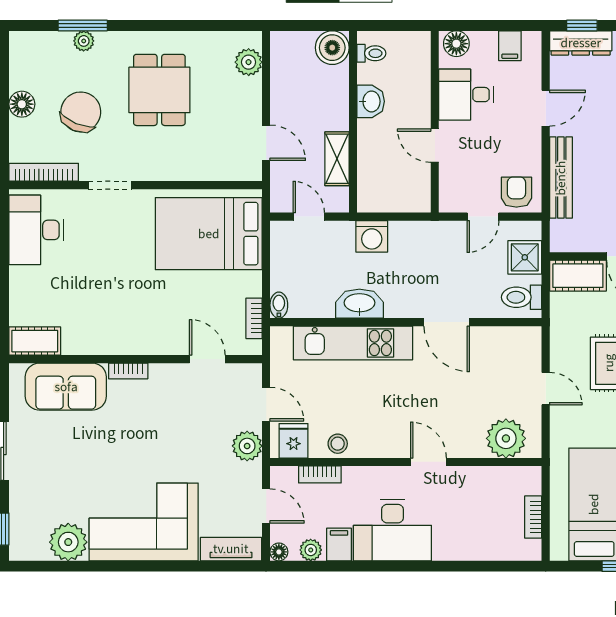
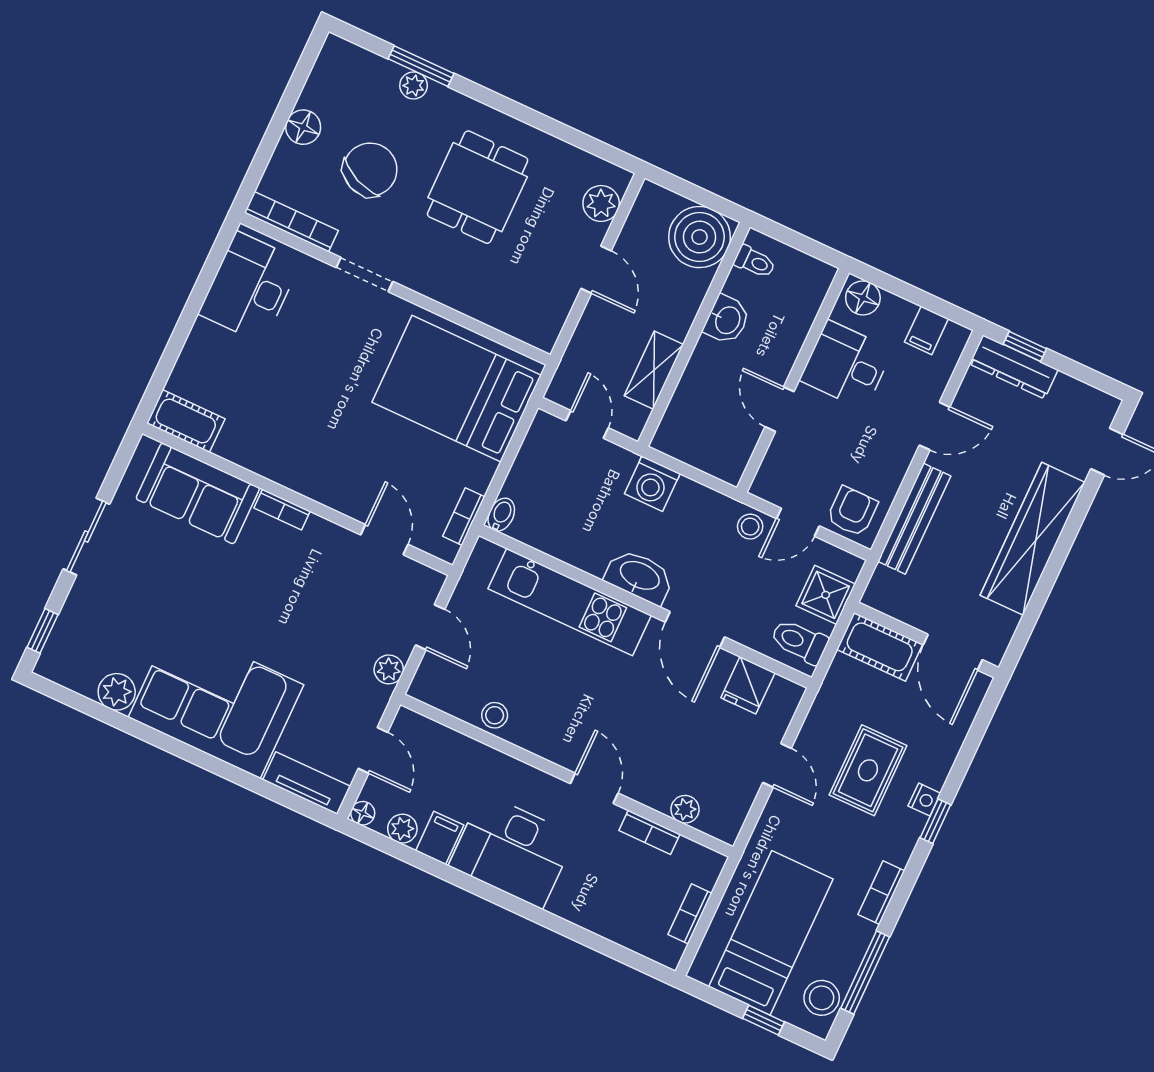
boiler: (332, 48) -> (700, 237), width x1.37, depth x1.37
door: (266, 143) -> (596, 270), moved
stool: (452, 235) -> (750, 527), added
washbasin: (359, 304) -> (639, 576), moved
plant: (506, 438) -> (685, 809), width x0.53, depth x0.53
fridge: (294, 441) -> (748, 685), moved, turned 180
plant: (247, 446) -> (389, 669), width x0.73, depth x0.73
bookcase: (320, 474) -> (649, 832), moved
plant: (68, 542) -> (117, 692), width x0.73, depth x0.73

